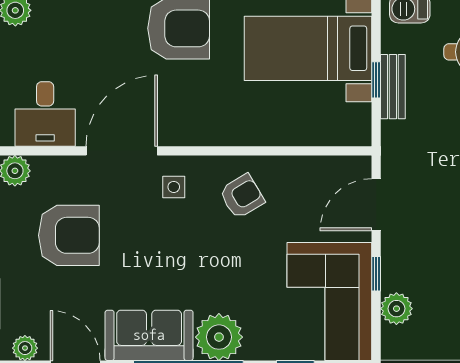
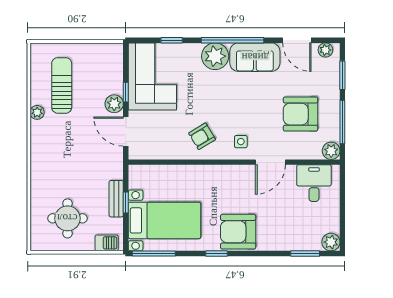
door: (122, 151) -> (270, 162), width x0.73
door: (376, 205) -> (126, 132), swing flipped
plant: (396, 309) -> (114, 104), moved

